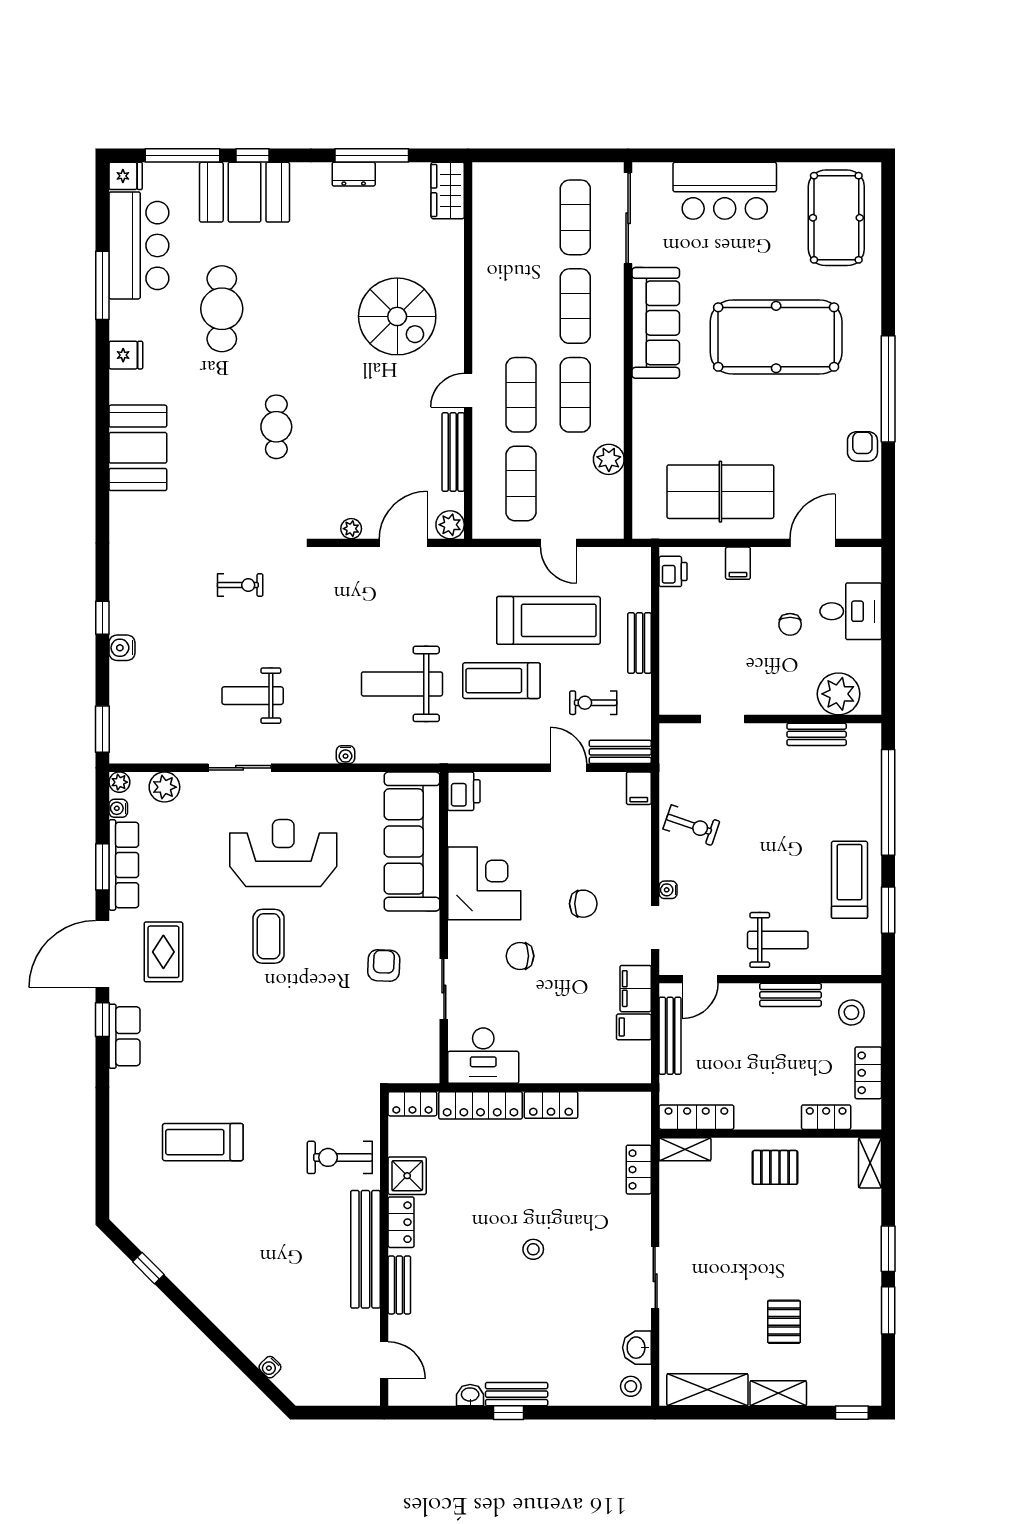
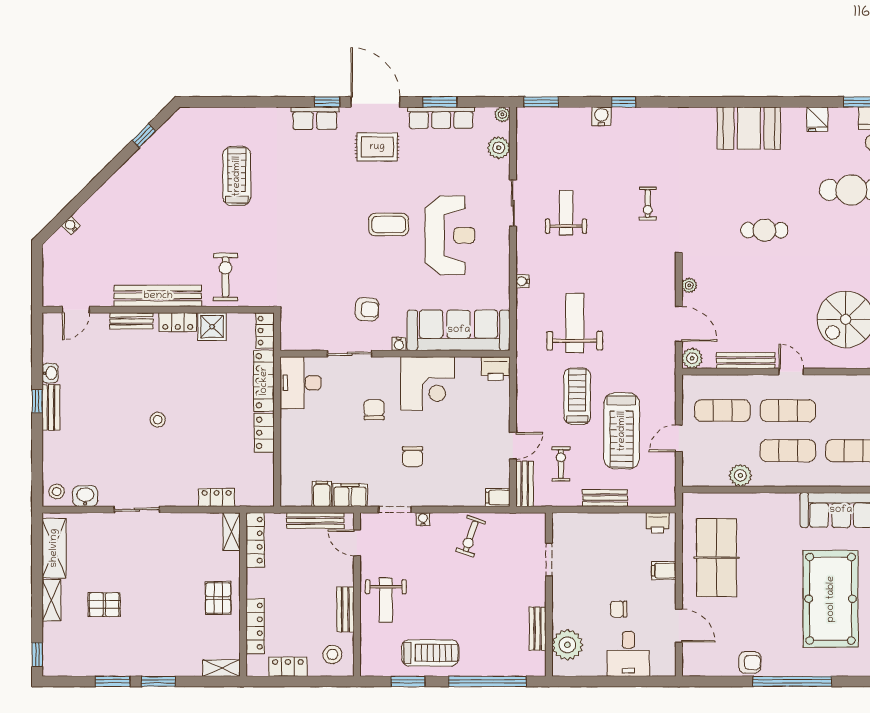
water cooler: (118, 808) -> (399, 344), moved, turned 180
locker: (826, 1117) -> (255, 626), width x1.53

